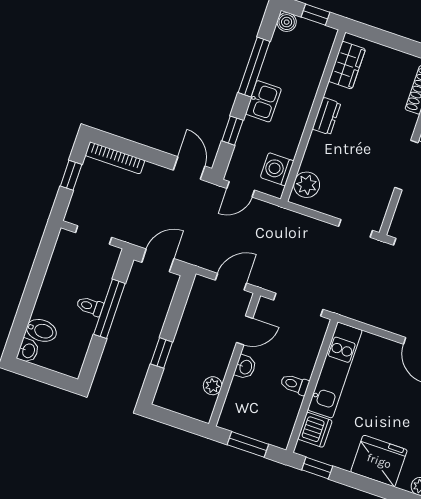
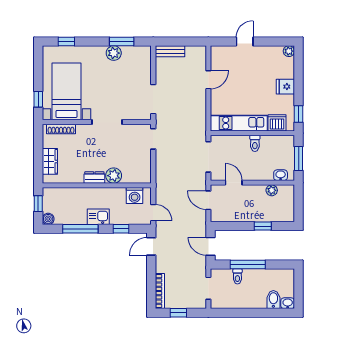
wardrobe: (347, 65) -> (50, 161), moved, turned 90
plant: (307, 185) -> (114, 176), moved
toilet: (90, 306) -> (237, 276), moved
washbasin: (245, 367) -> (281, 175), moved
fridge: (379, 461) -> (285, 87), width x0.53, depth x0.75

